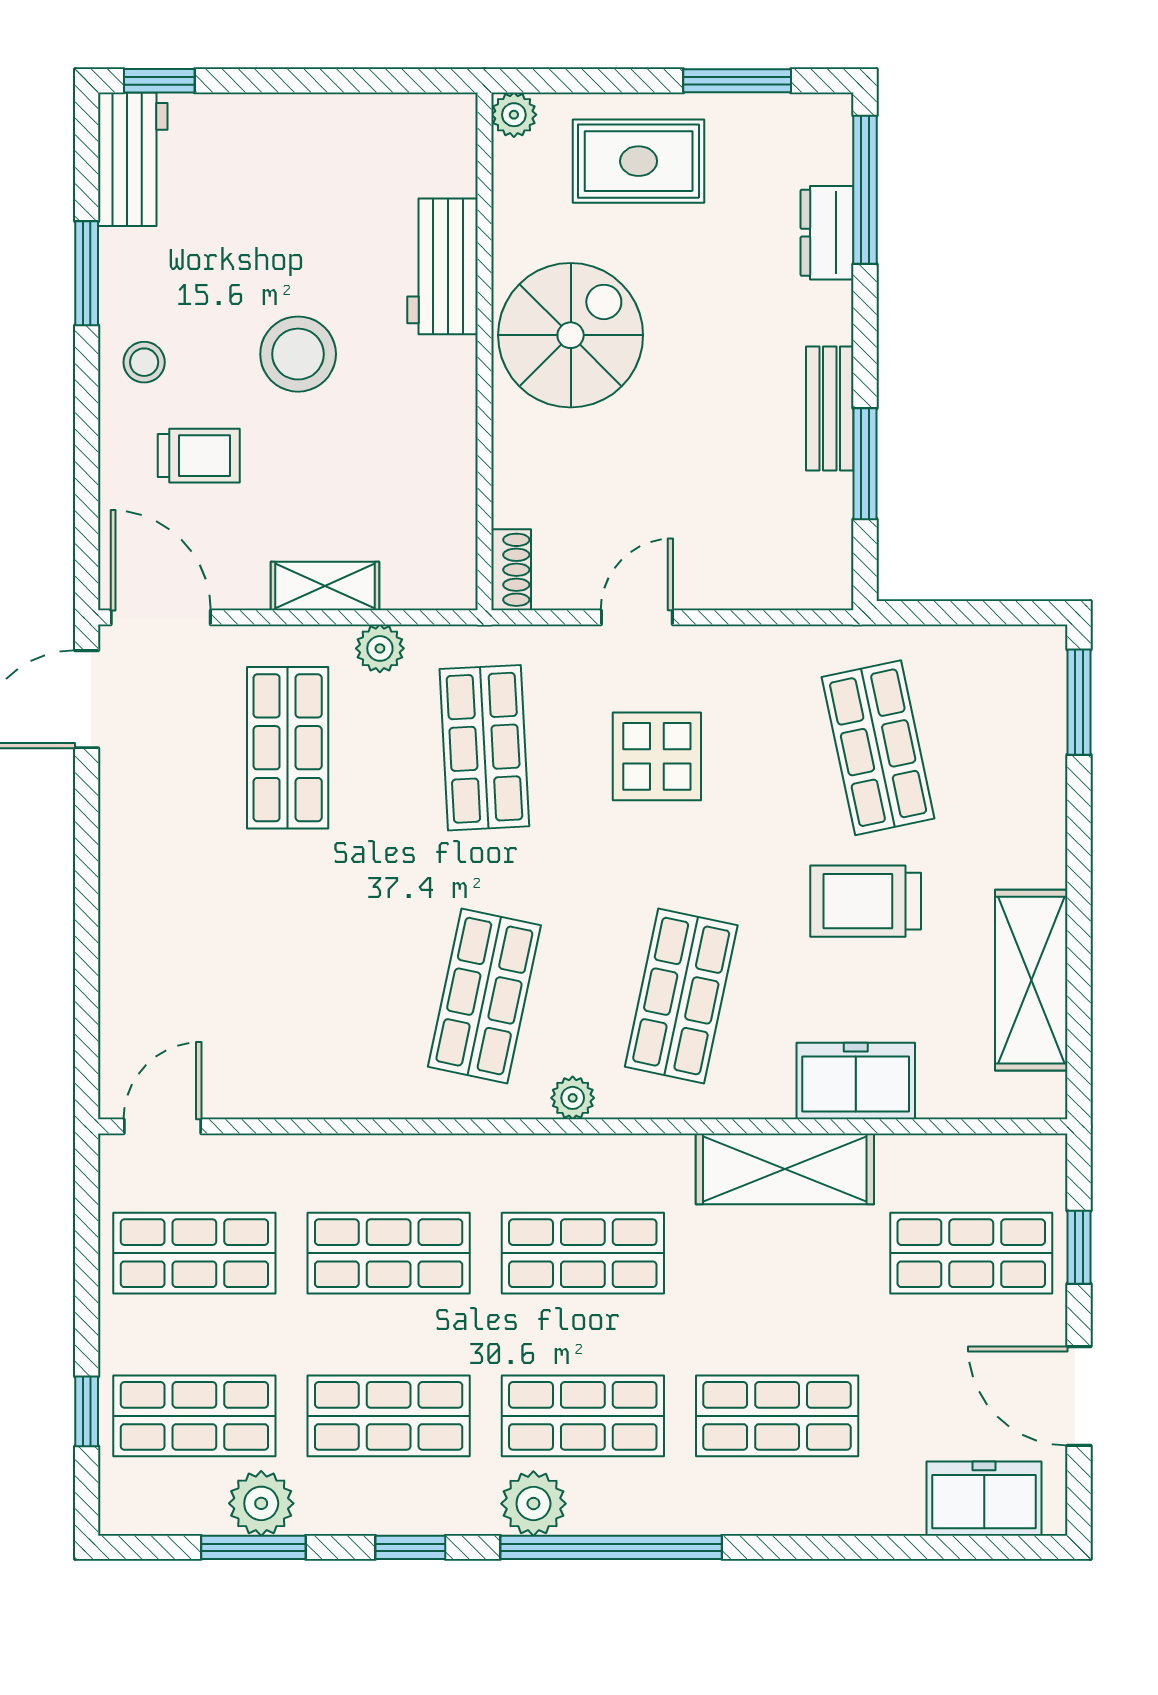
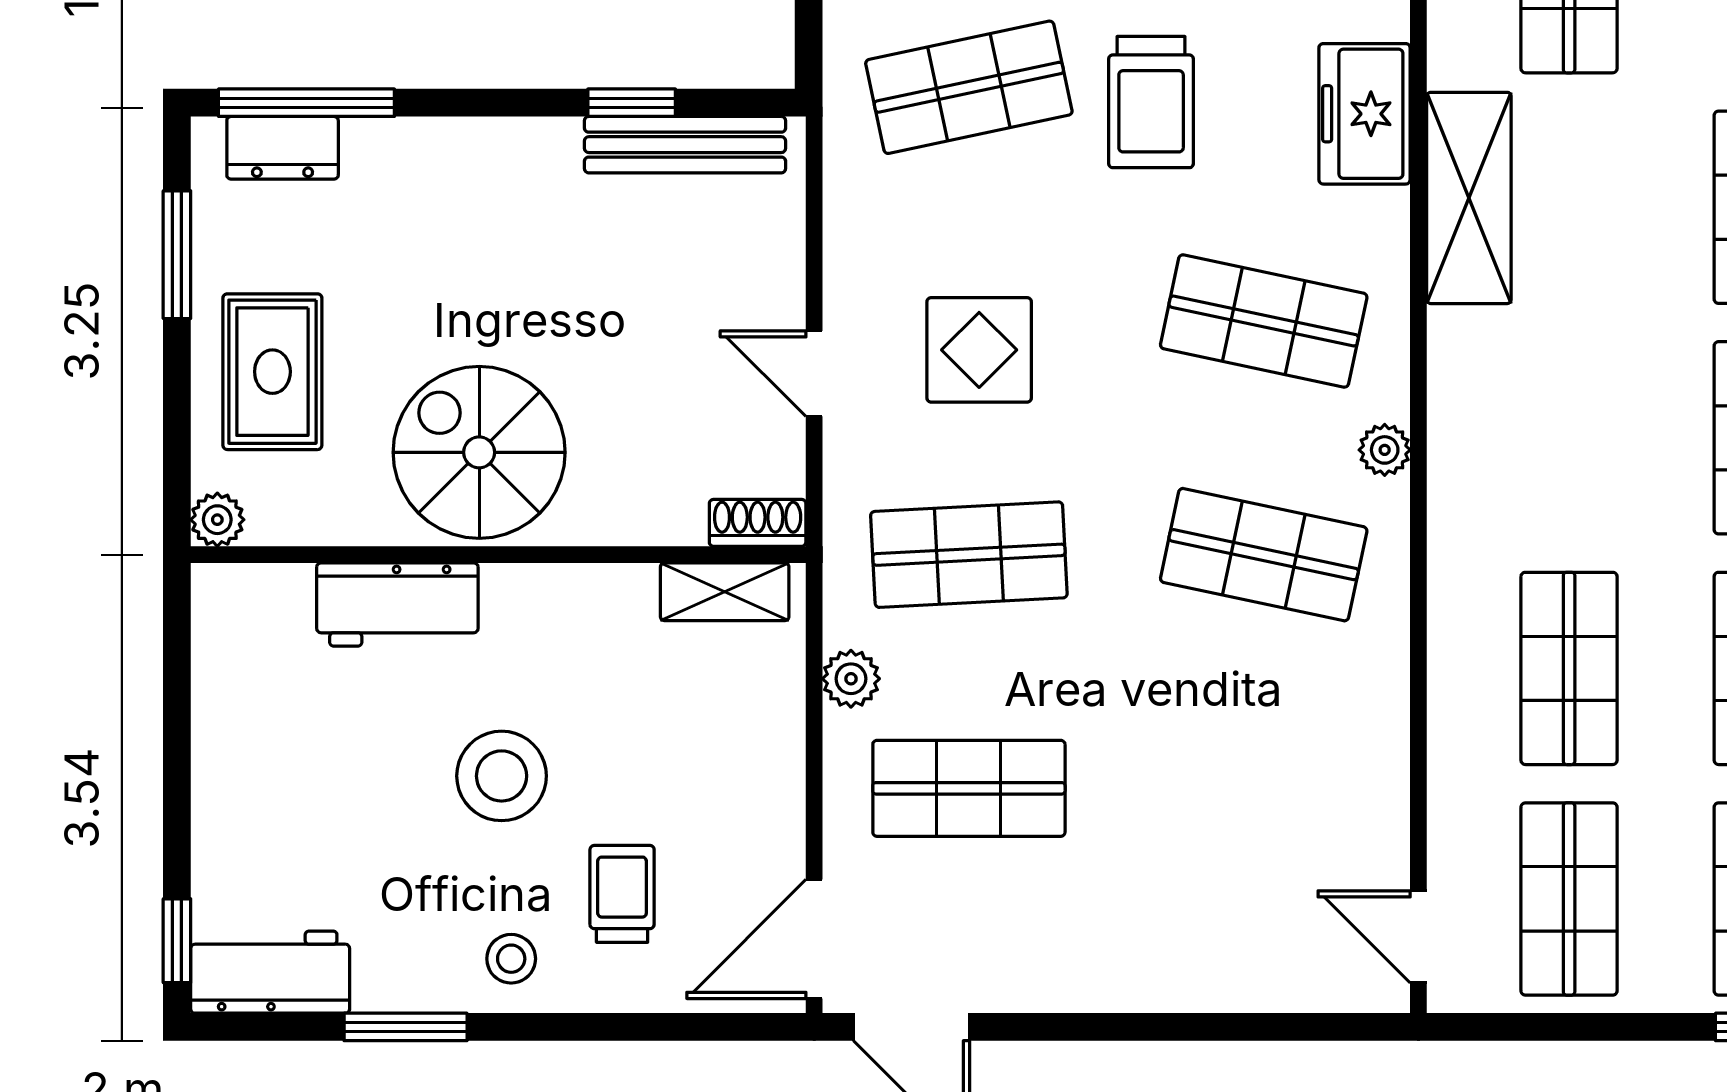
dresser: (827, 233) -> (283, 148), moved
bench: (830, 409) -> (685, 145), moved, width x1.36
window: (865, 464) -> (632, 103), width x0.67
shelving: (325, 586) -> (725, 592), moved, turned 90
shop shelf: (583, 1253) -> (1569, 438), removed

